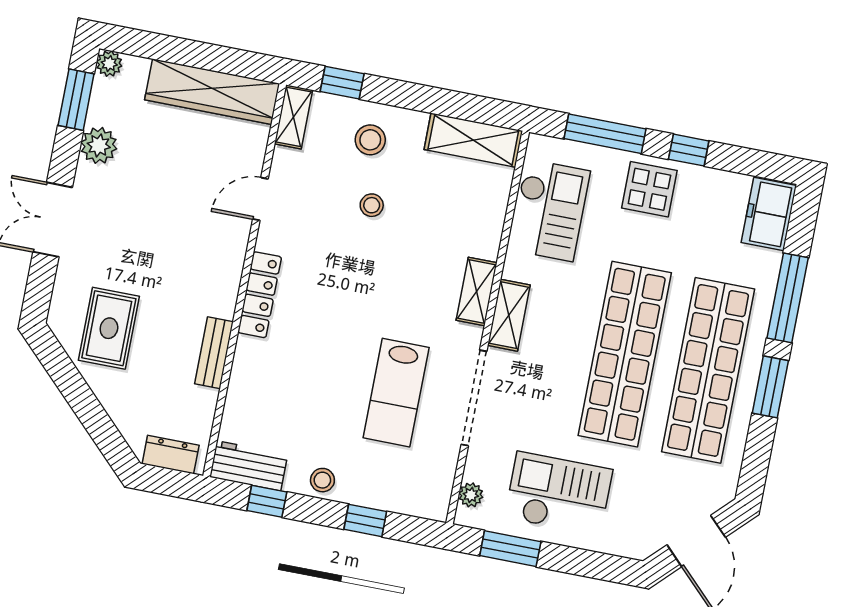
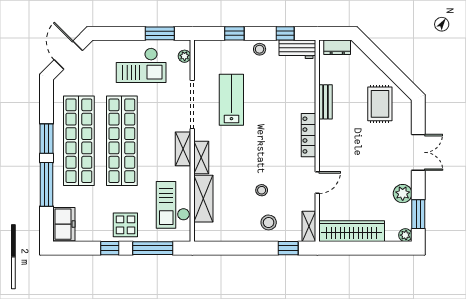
shelving: (473, 140) -> (203, 199), moved, turned 90

